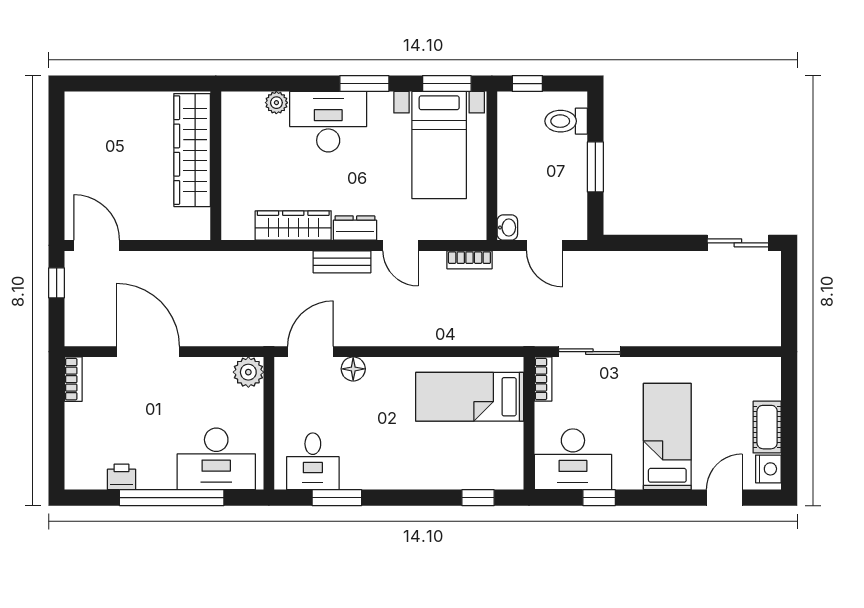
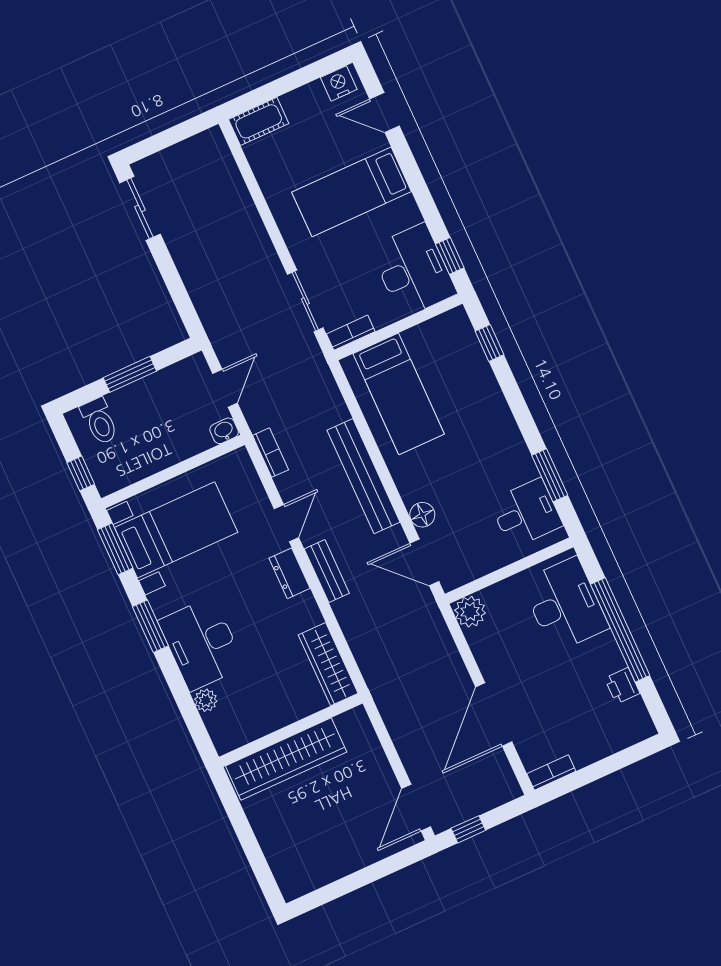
wardrobe: (293, 225) -> (328, 664), moved
bench: (411, 333) -> (363, 476), added
cot: (767, 427) -> (259, 121), moved
window: (599, 498) -> (450, 256), moved

